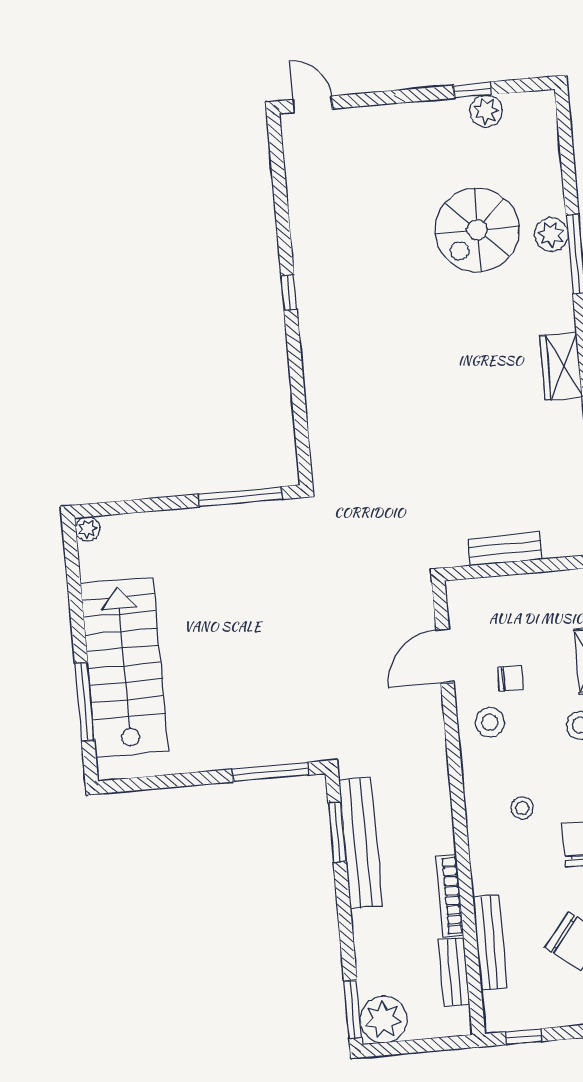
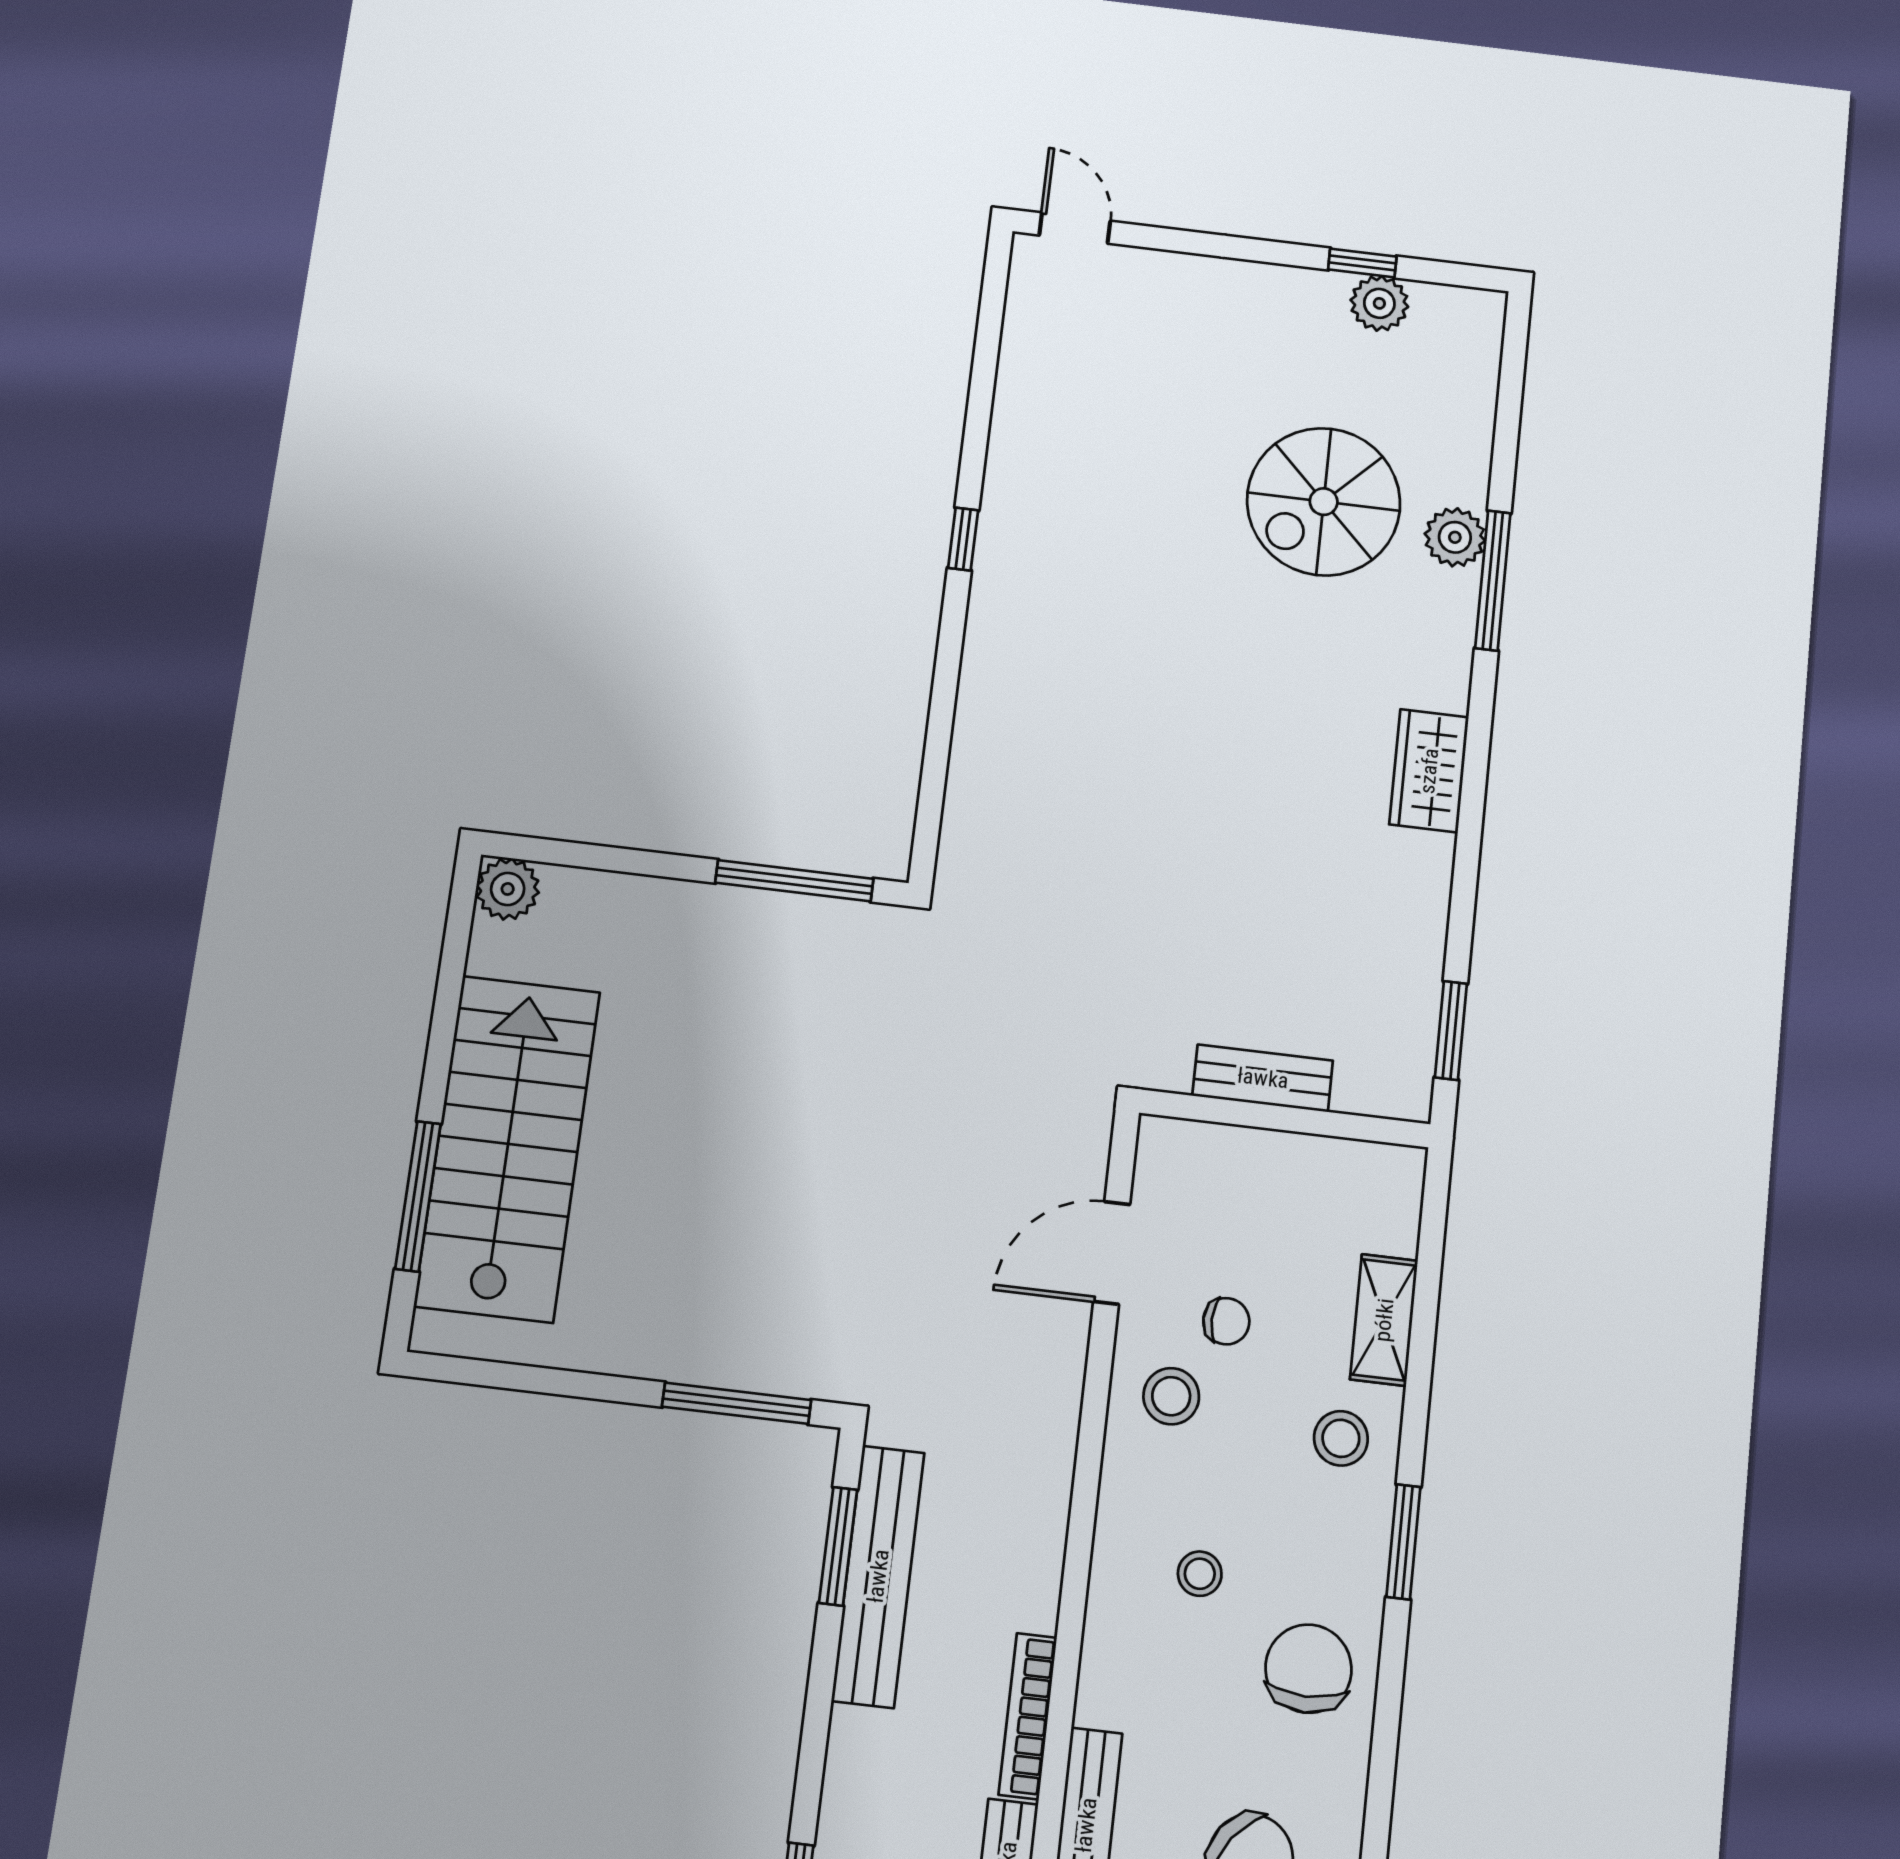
plant: (88, 529) -> (508, 889), width x1.38, depth x1.38

